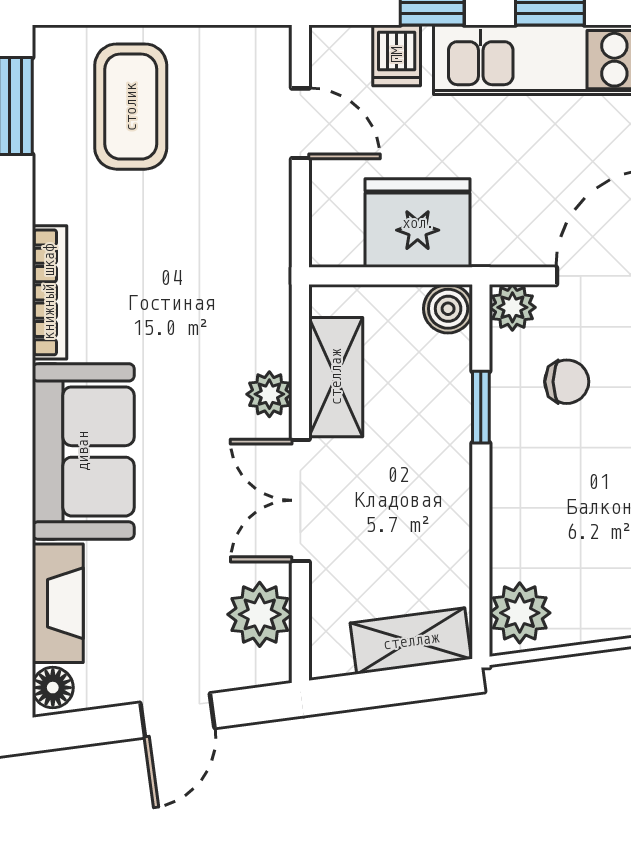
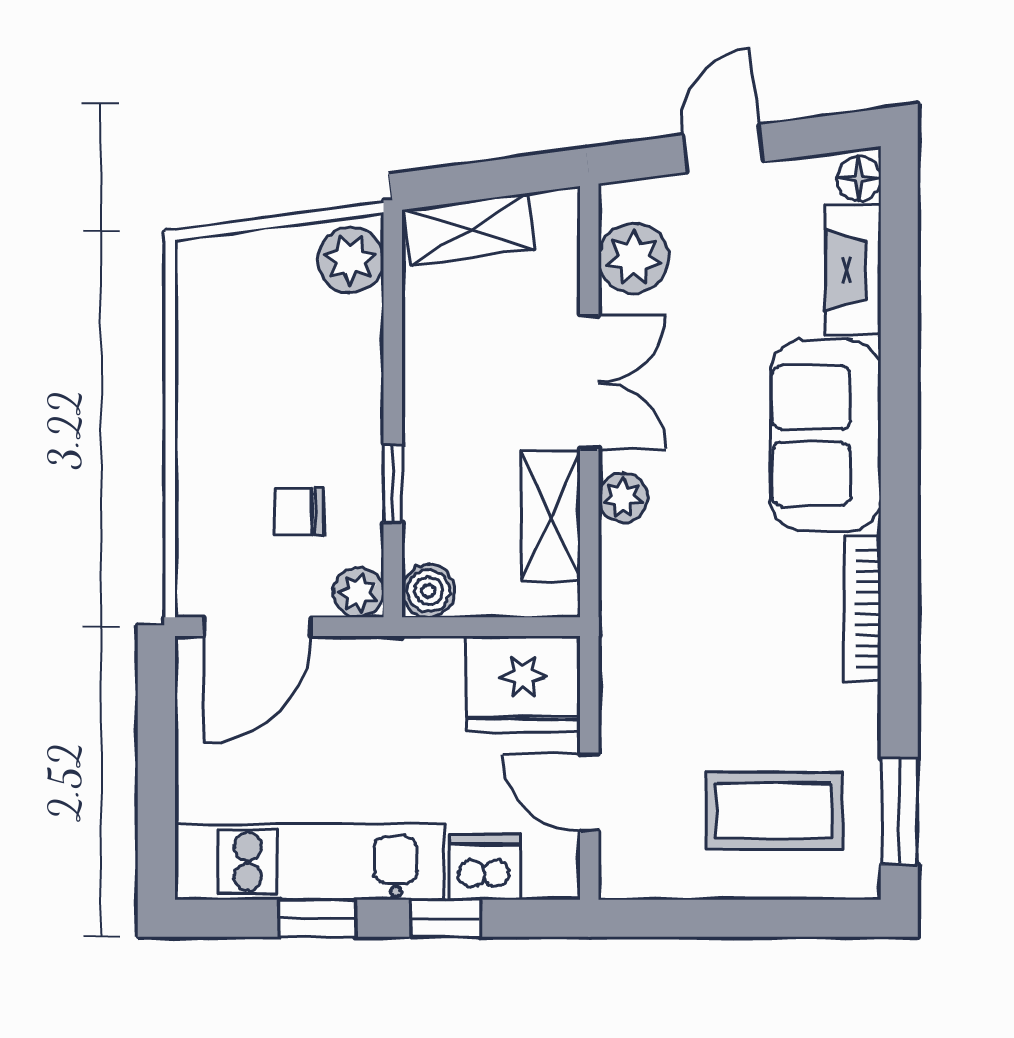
dishwasher: (397, 55) -> (485, 867), width x1.38
coffee table: (131, 107) -> (774, 811), turned 90
fridge: (418, 223) -> (523, 684), moved

